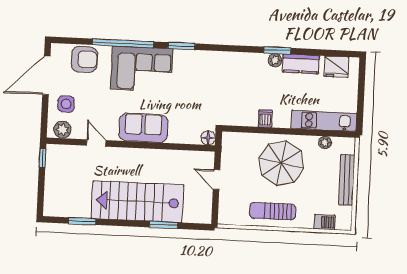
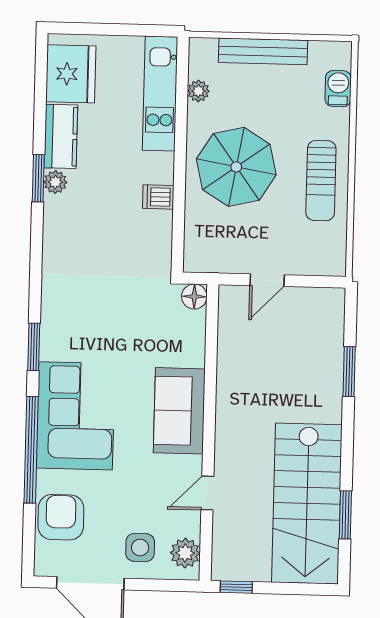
fridge: (336, 67) -> (71, 74), width x1.36, depth x1.34
stairs: (137, 202) -> (307, 504), moved

